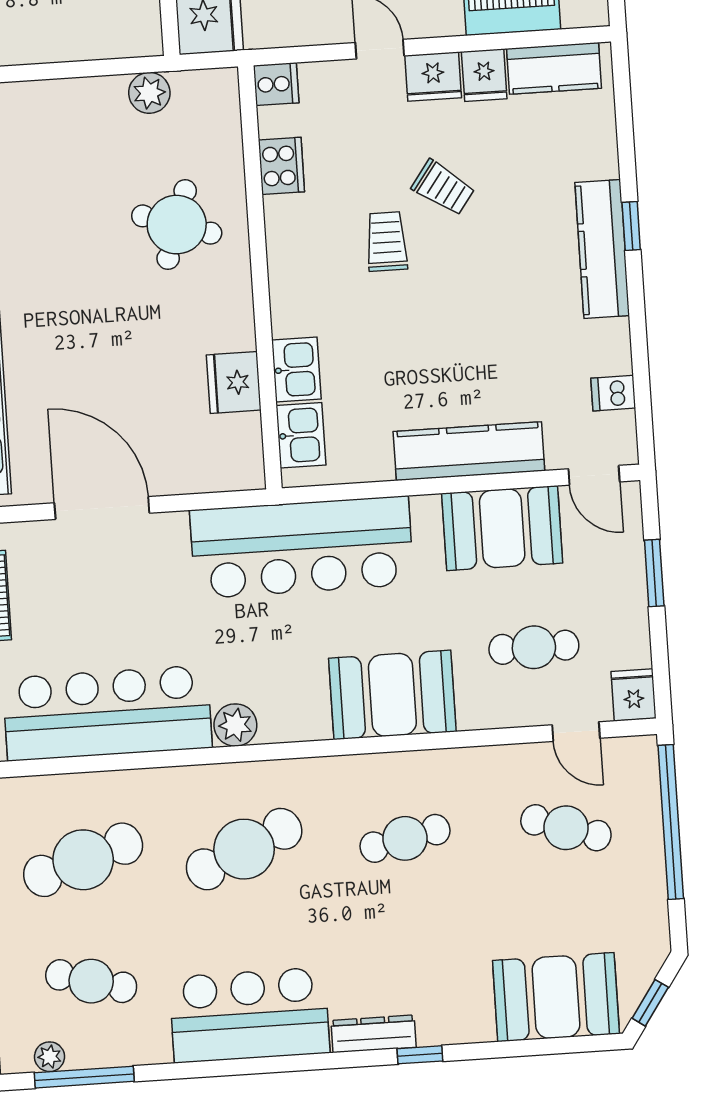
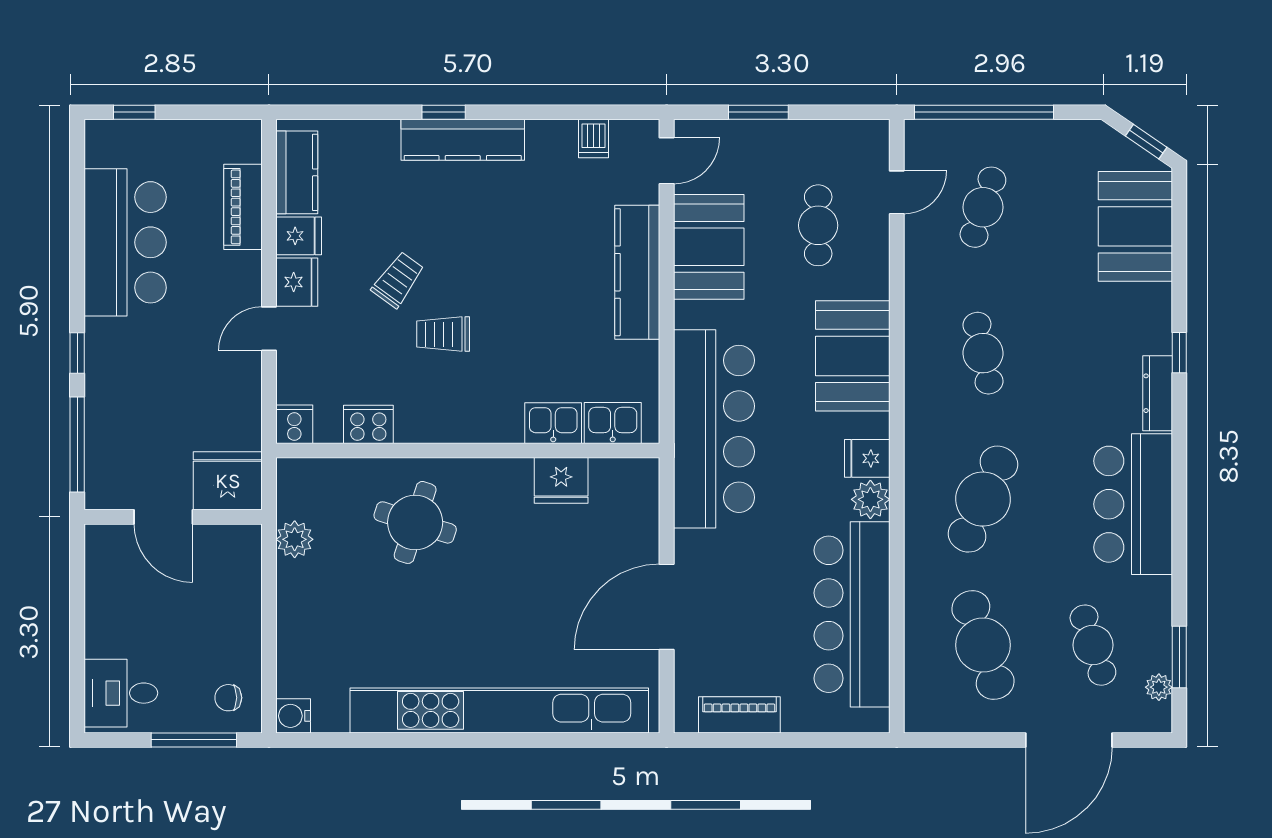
fridge: (634, 695) -> (867, 458), moved
cafe table: (244, 849) -> (983, 499), turned 48
cafe table: (91, 981) -> (1093, 645), turned -33
window: (84, 1077) -> (1179, 657), width x0.69

